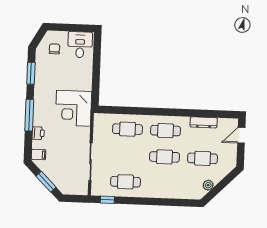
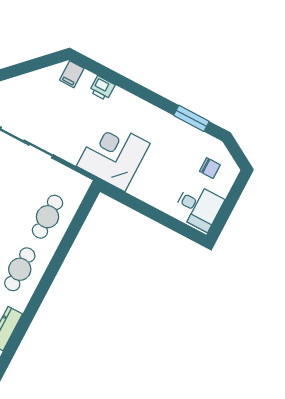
window: (29, 115) -> (133, 88), removed
window: (46, 182) -> (28, 66), removed

